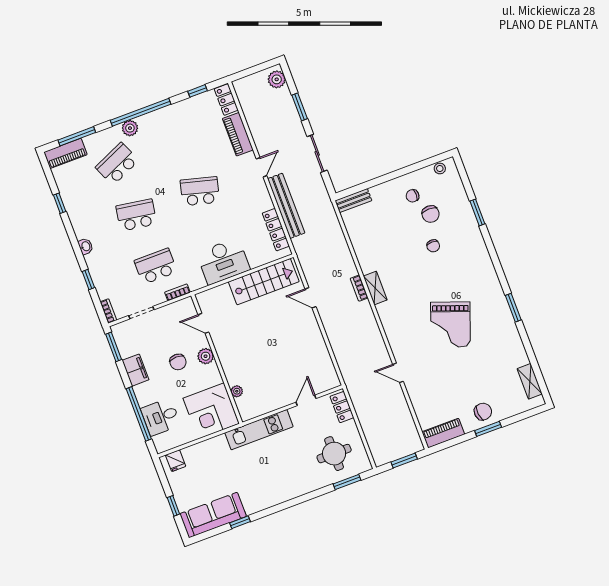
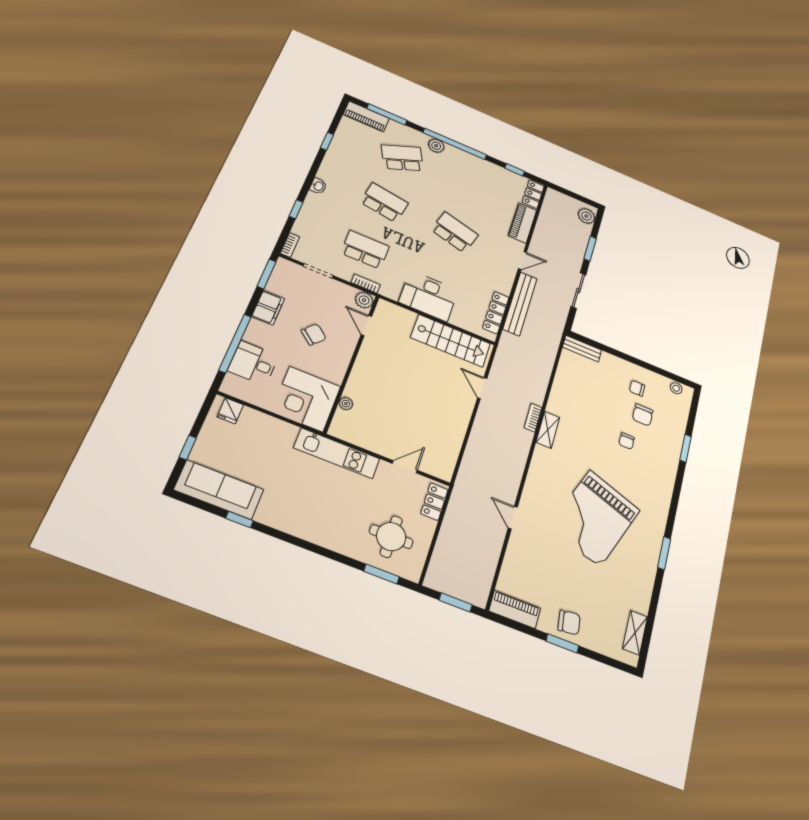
grand piano: (450, 325) -> (595, 518), width x1.37, depth x1.48
plant: (206, 356) -> (364, 300), moved
chair: (178, 362) -> (314, 334), turned -139

